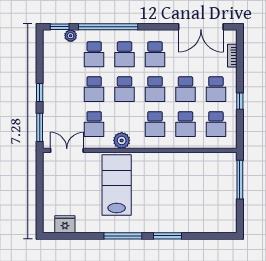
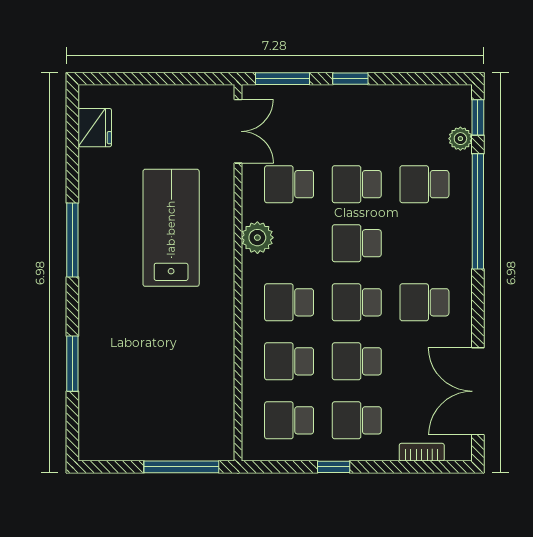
school desk: (125, 54) -> (424, 243), removed
lab bench: (117, 185) -> (171, 228), turned -90
window: (167, 236) -> (72, 364), moved

